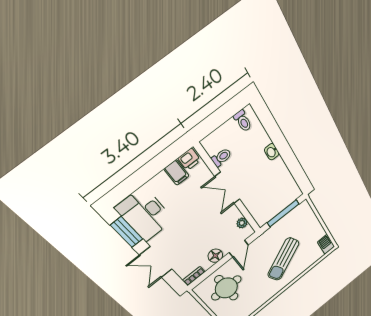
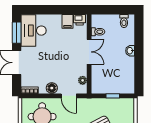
double door: (228, 188) -> (89, 52), swing flipped
window: (283, 213) -> (113, 96), width x0.46
door: (239, 249) -> (69, 96), hinge flipped

